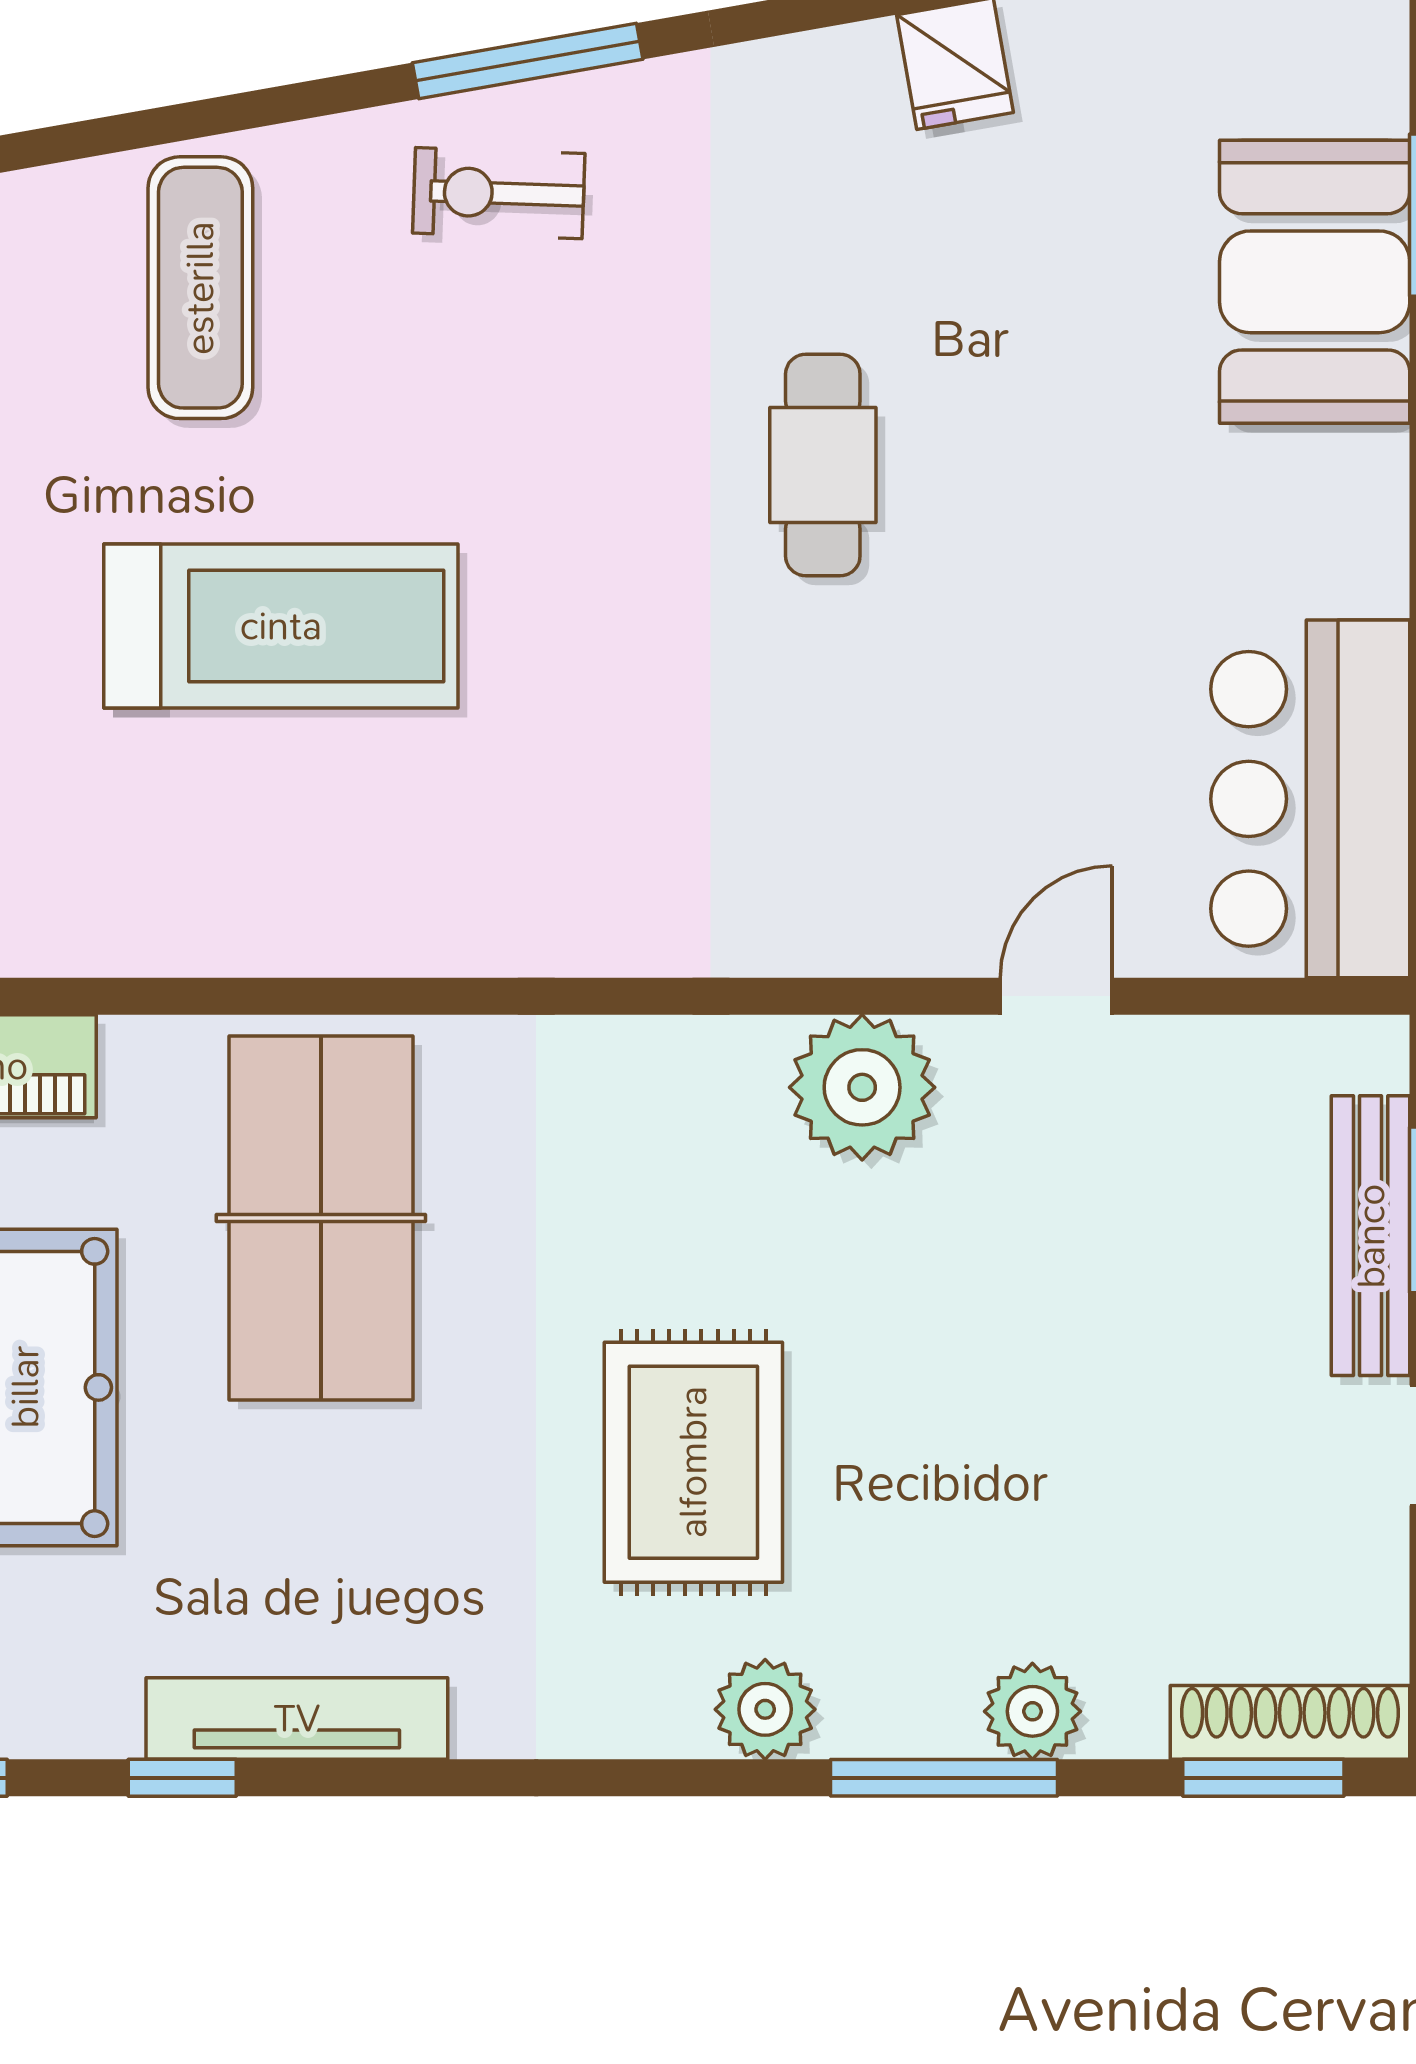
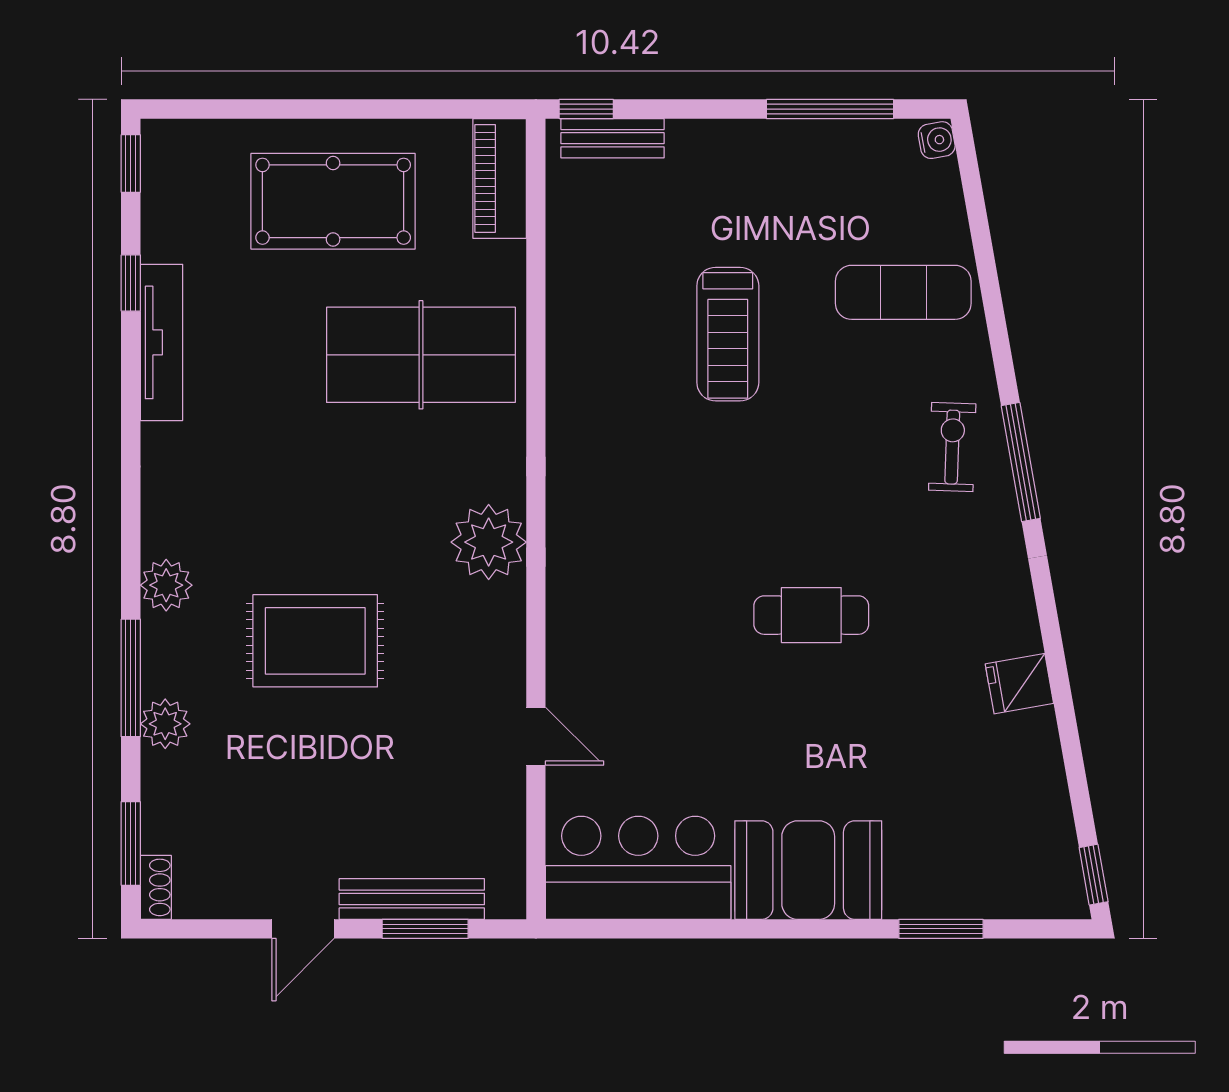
booth: (1315, 282) -> (808, 870), moved
treadmill: (281, 626) -> (728, 334), width x0.73, depth x0.73
plant: (862, 1087) -> (489, 542), moved
rug: (693, 1462) -> (315, 641), moved
shoe rack: (1290, 1722) -> (156, 887), width x0.51, depth x0.81

